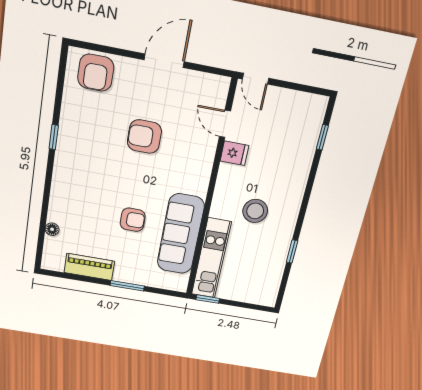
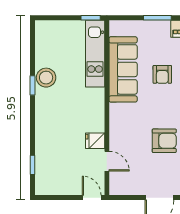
stool: (255, 211) -> (46, 78), moved
armchair: (133, 220) -> (162, 74), turned -90
window: (292, 251) -> (32, 85), moved

